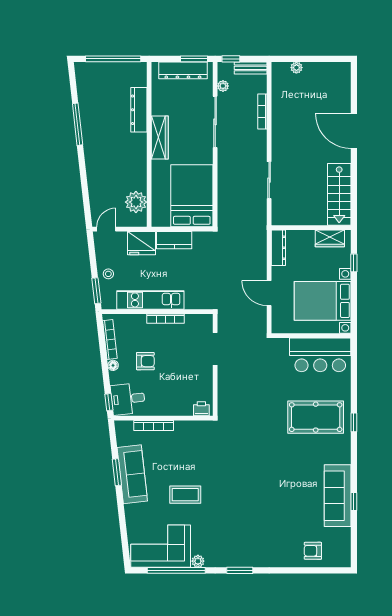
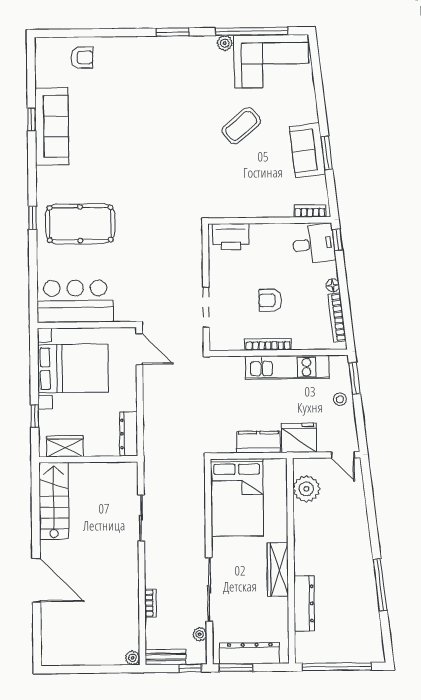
plant: (296, 68) -> (133, 658), moved
bookcase: (262, 112) -> (150, 603), width x0.64
door: (106, 229) -> (343, 455), hinge flipped
door: (269, 293) -> (139, 349), moved
armchair: (145, 361) -> (270, 300), moved
printer: (201, 409) -> (231, 237), width x1.87, depth x1.48
bookcase: (154, 425) -> (310, 211), moved, width x0.64
sofa: (132, 474) -> (307, 150), width x0.73
coffee table: (185, 495) -> (241, 126), turned -40

